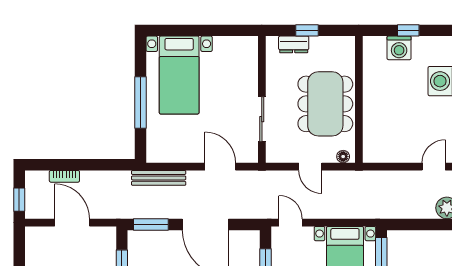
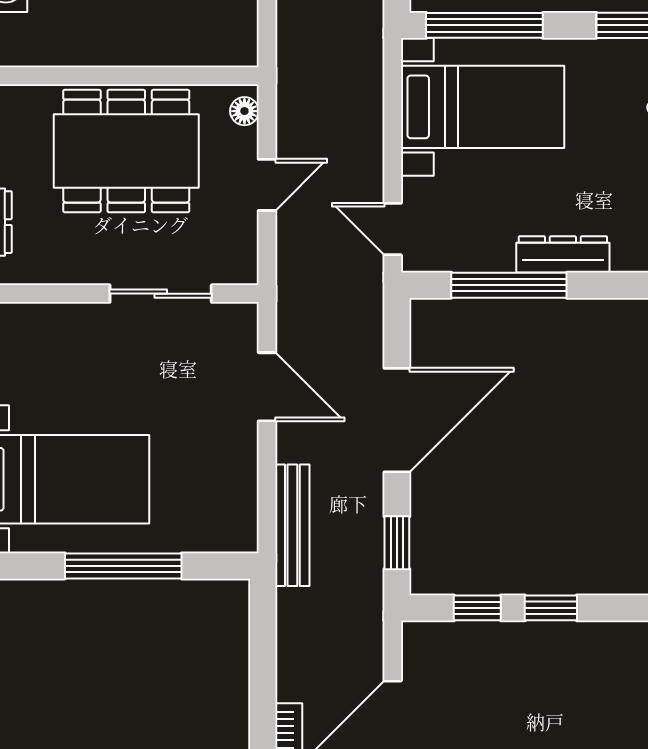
door: (220, 167) -> (267, 387), swing flipped
door: (291, 223) -> (393, 229), hinge flipped
window: (151, 224) -> (397, 543), width x0.67

